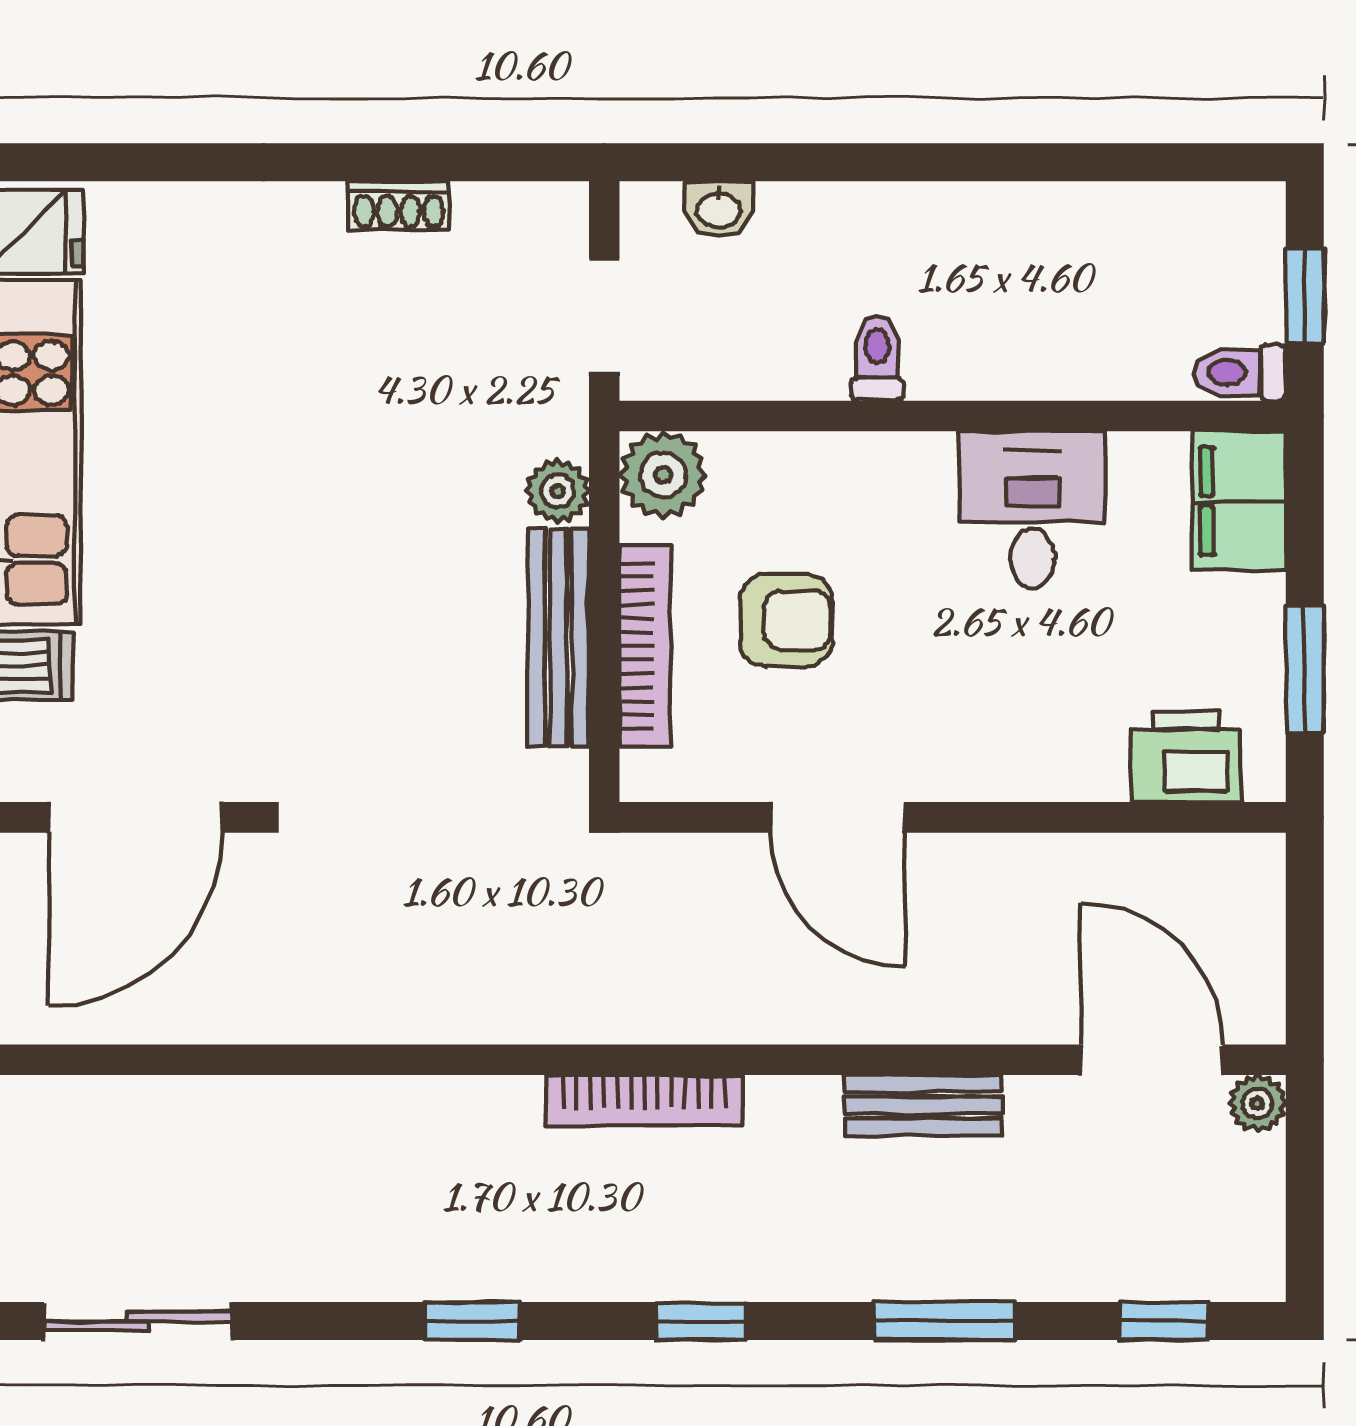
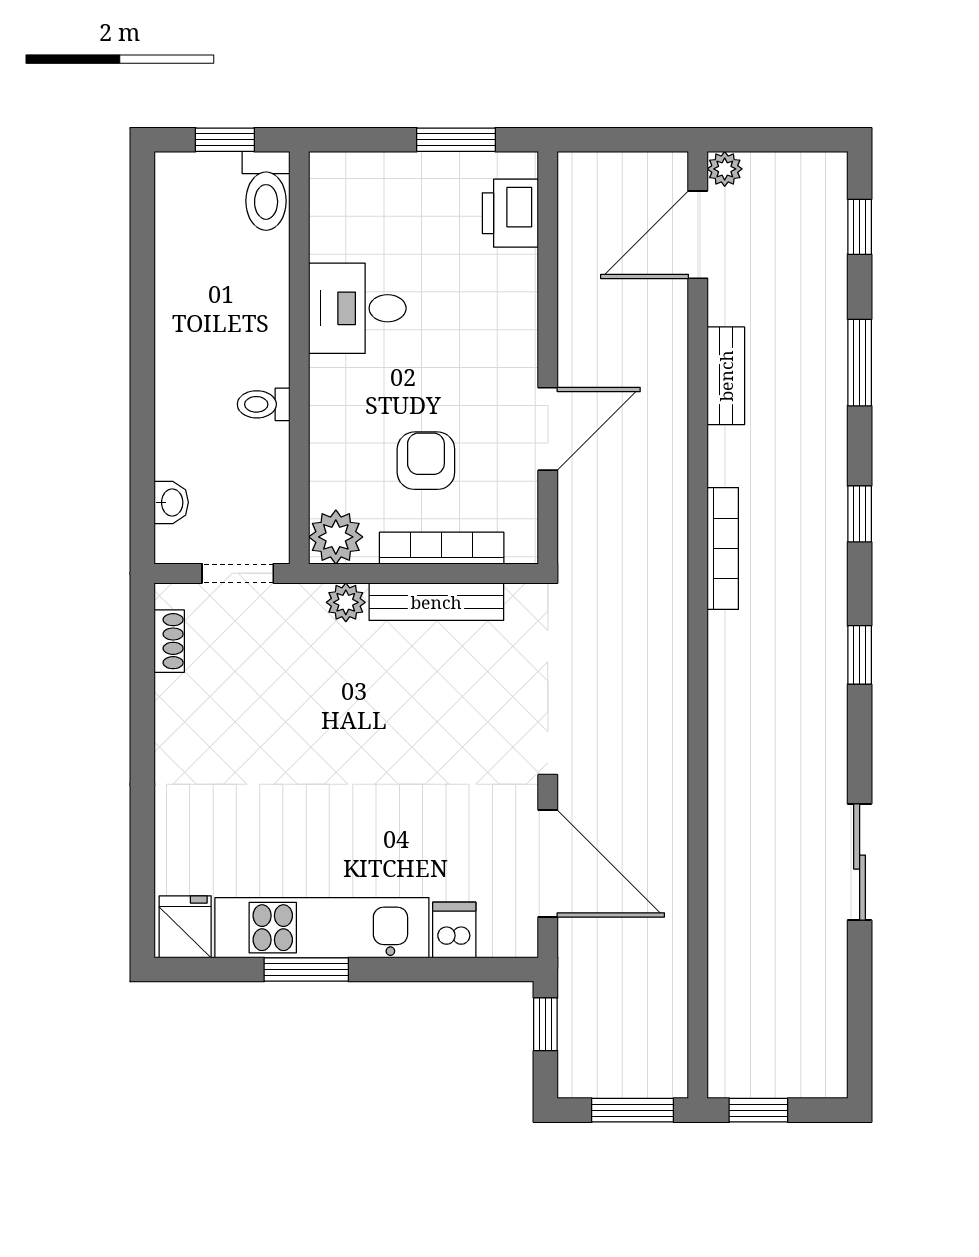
shoe rack: (399, 206) -> (169, 641), moved
toilet: (1240, 373) -> (266, 191), width x1.37, depth x1.39
filing cabinet: (1239, 501) -> (352, 180), removed

